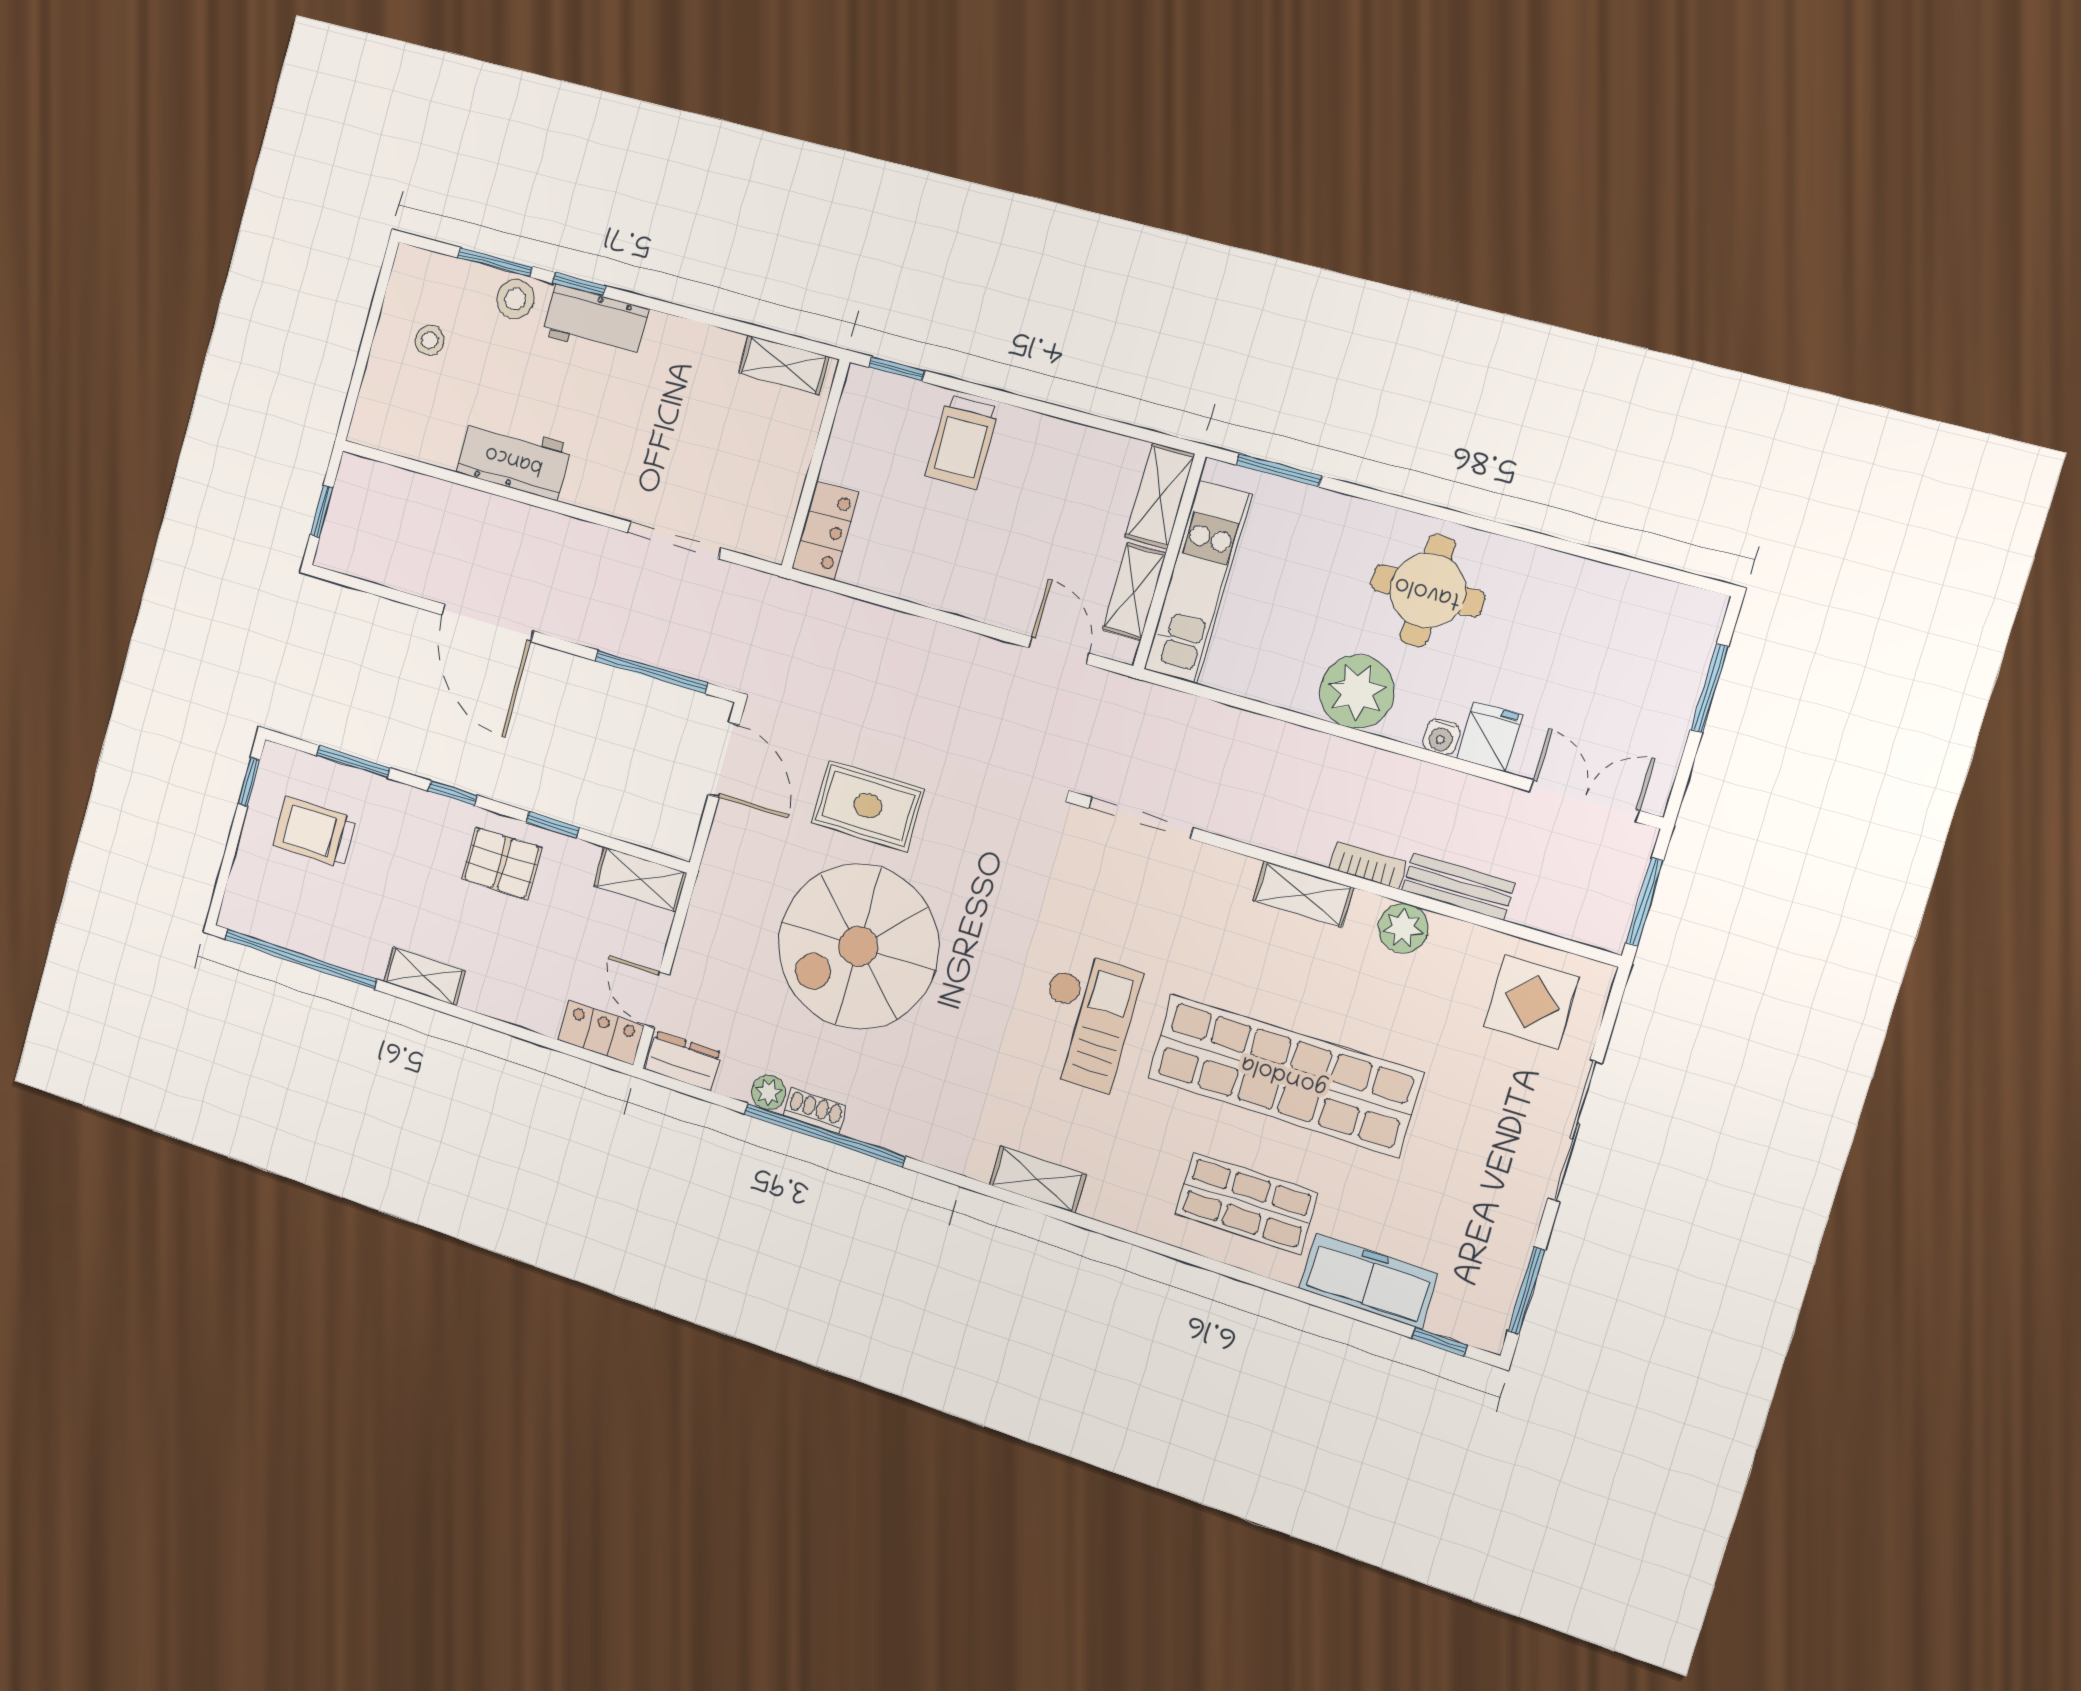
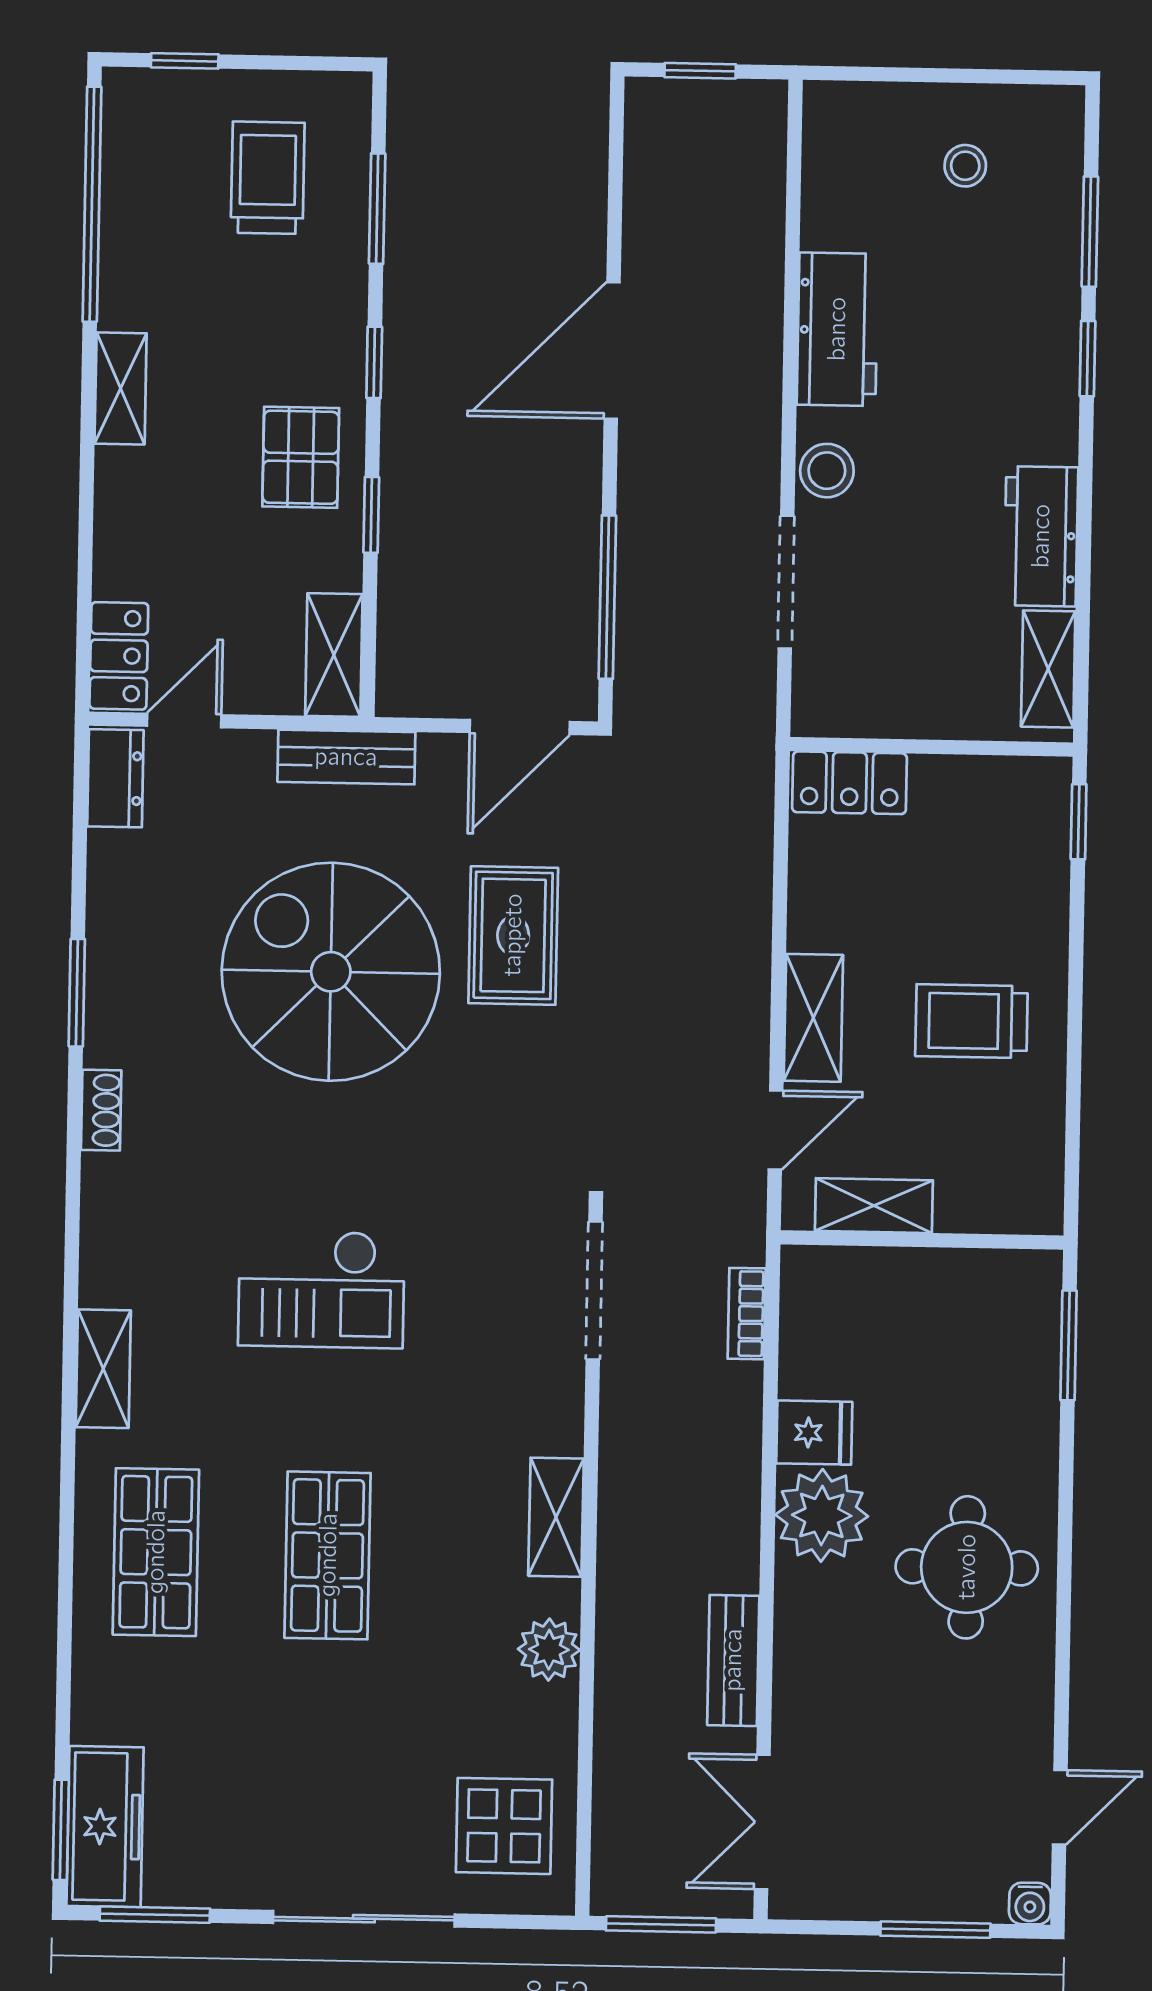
stool: (515, 299) -> (827, 471), moved
workbench: (595, 322) -> (1041, 536), moved
trolley: (962, 442) -> (971, 1021), moved
shelving: (1160, 496) -> (813, 1018), moved, turned 90
door: (1638, 566) -> (1060, 1807), added
kitchen unit: (1198, 582) -> (906, 1282), removed
water cooler: (1441, 737) -> (1030, 1904), moved, turned -90
fridge: (1489, 737) -> (814, 1433), moved
window: (249, 782) -> (185, 61), moved
double door: (1584, 801) -> (762, 1822), swing flipped
bookcase: (1368, 865) -> (747, 1314), moved, turned 180
bench: (1458, 886) -> (733, 1660), moved
bench: (712, 891) -> (346, 757), added
shop shelf: (1285, 1075) -> (328, 1555), width x0.50, depth x0.74
plant: (769, 1092) -> (109, 904), removed
shoe rack: (815, 1111) -> (101, 1110), moved
window: (824, 1135) -> (77, 993), width x0.47
shelving: (1038, 1180) -> (103, 1369), moved
freezer: (1368, 1281) -> (105, 1827), moved
window: (1440, 1341) -> (61, 1830), width x1.50

